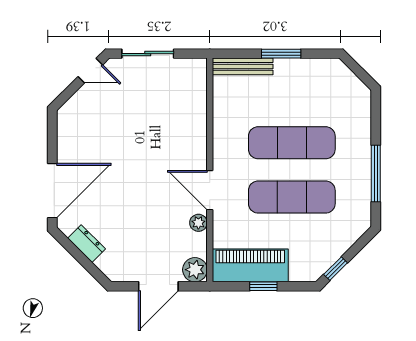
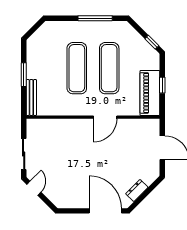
plant: (198, 223) -> (124, 124), removed
plant: (195, 270) -> (152, 126), removed

